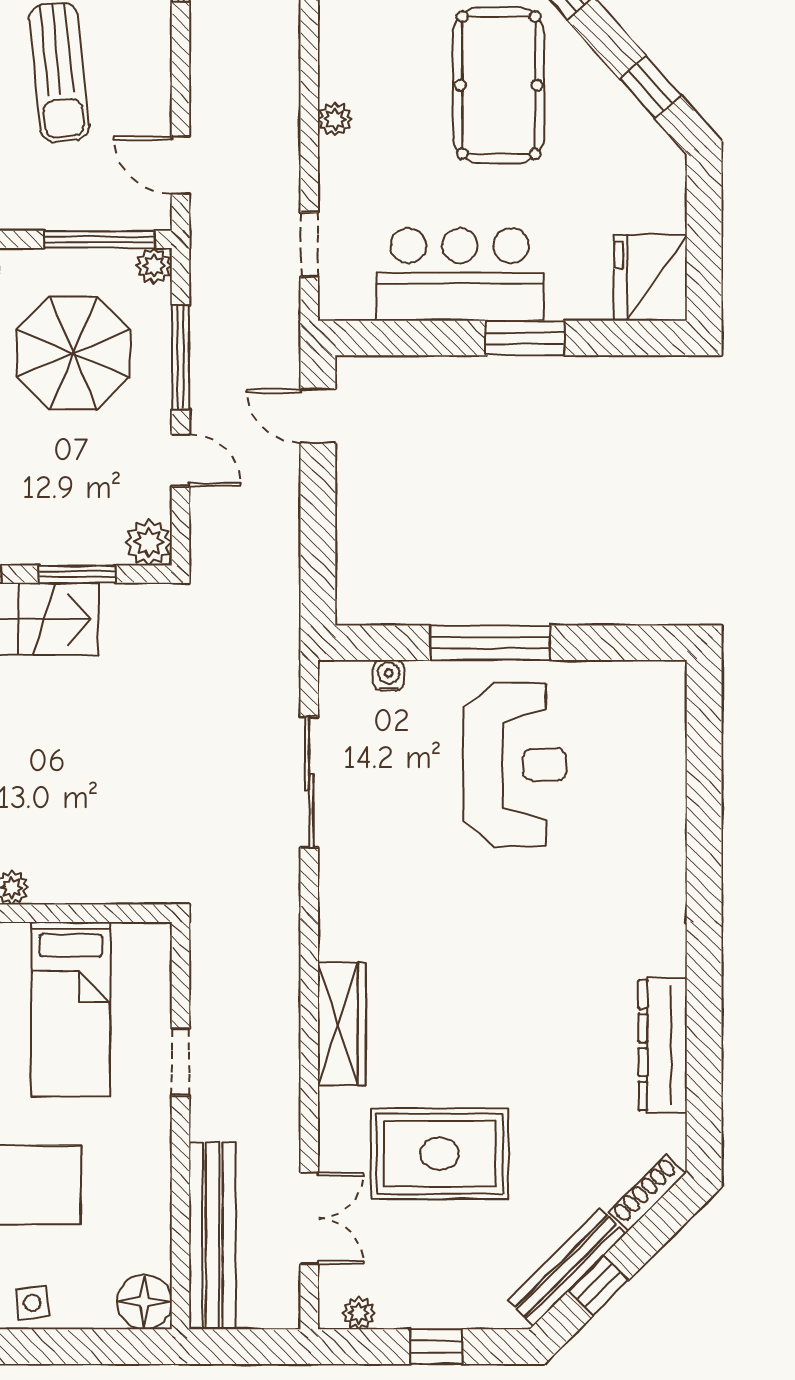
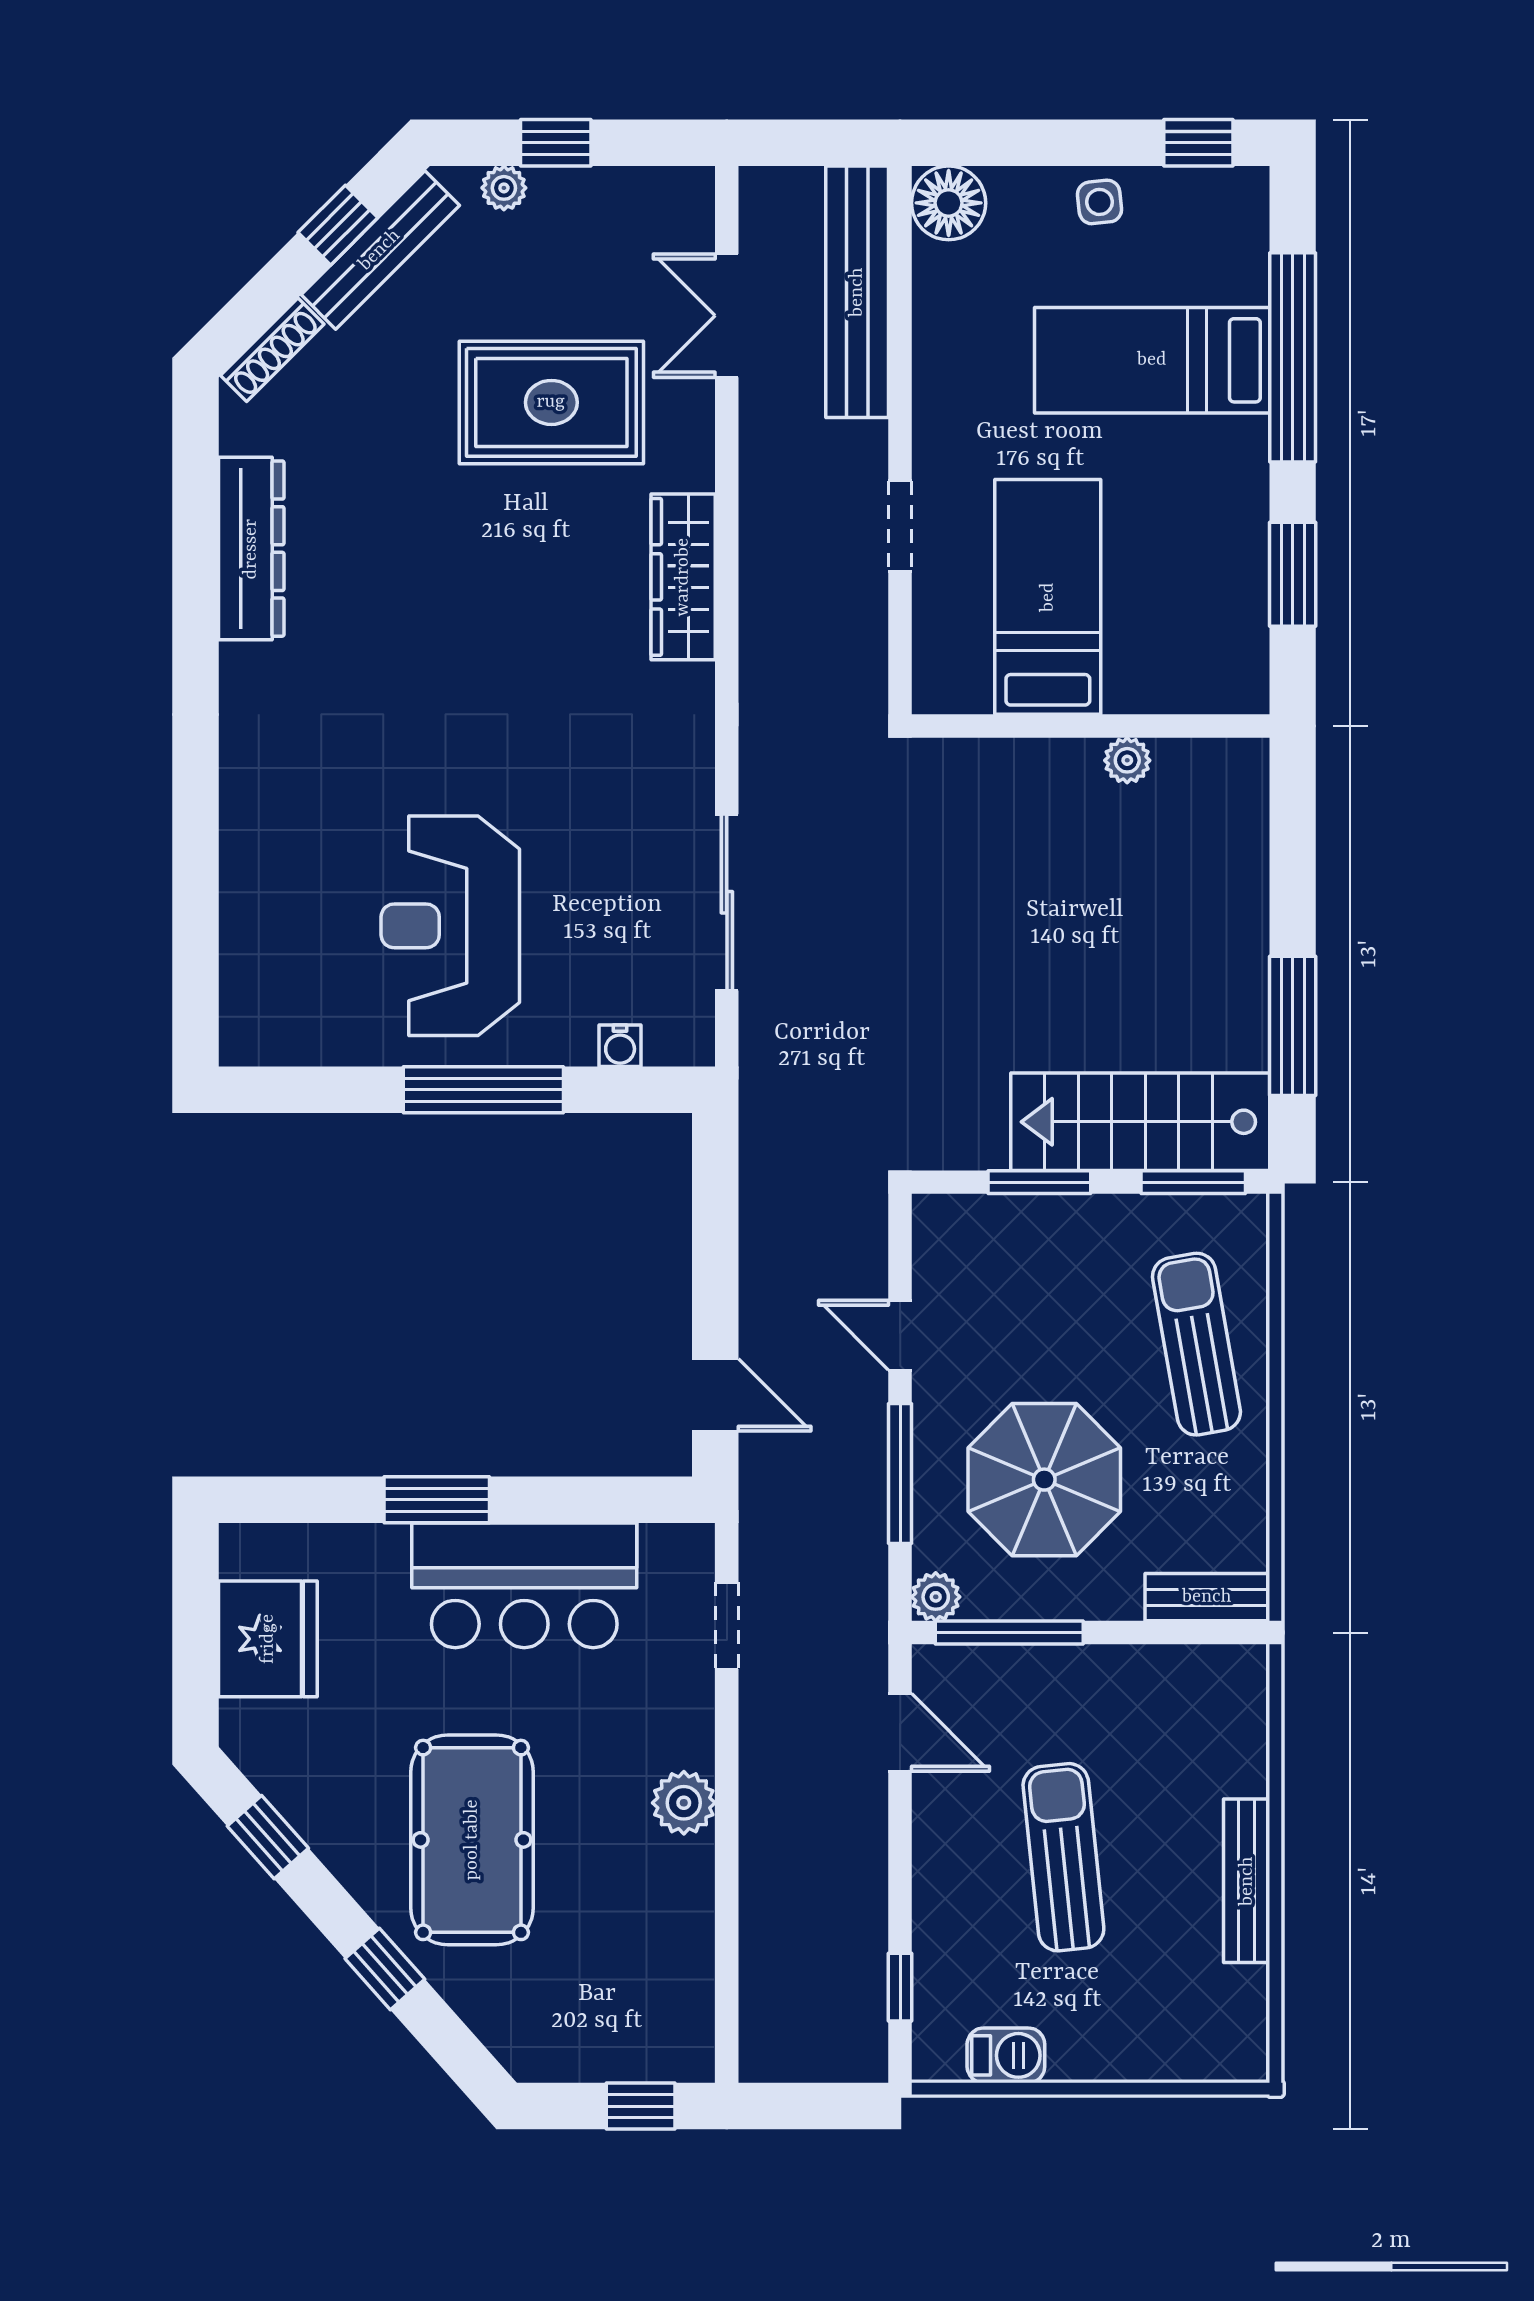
plant: (335, 119) -> (684, 1803), width x1.38, depth x1.38
fridge: (650, 278) -> (268, 1639), moved
plant: (149, 542) -> (943, 1225), removed
plant: (359, 1313) -> (504, 188), moved

